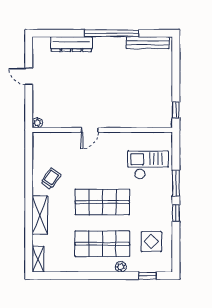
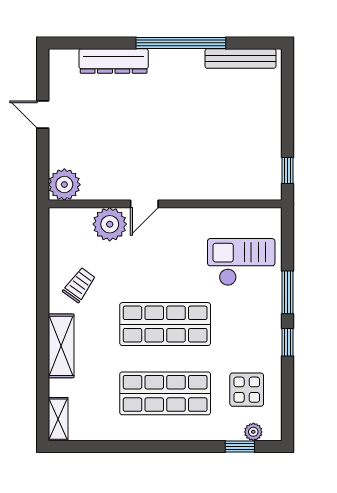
plant: (37, 123) -> (64, 185), width x1.88, depth x1.88
plant: (69, 142) -> (110, 224), added
plant: (121, 267) -> (253, 432), moved

